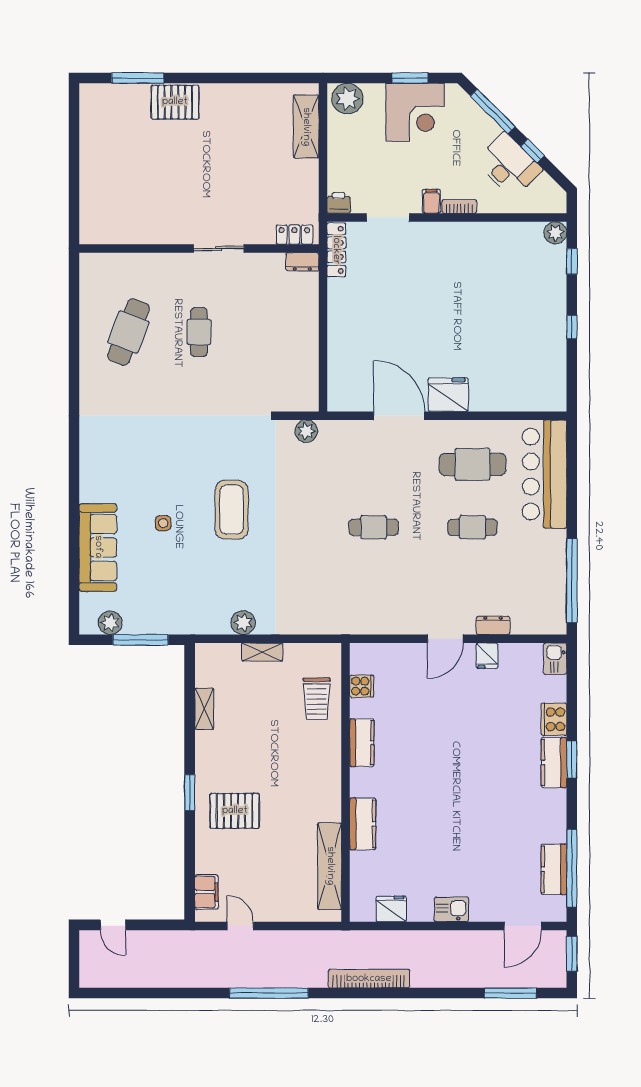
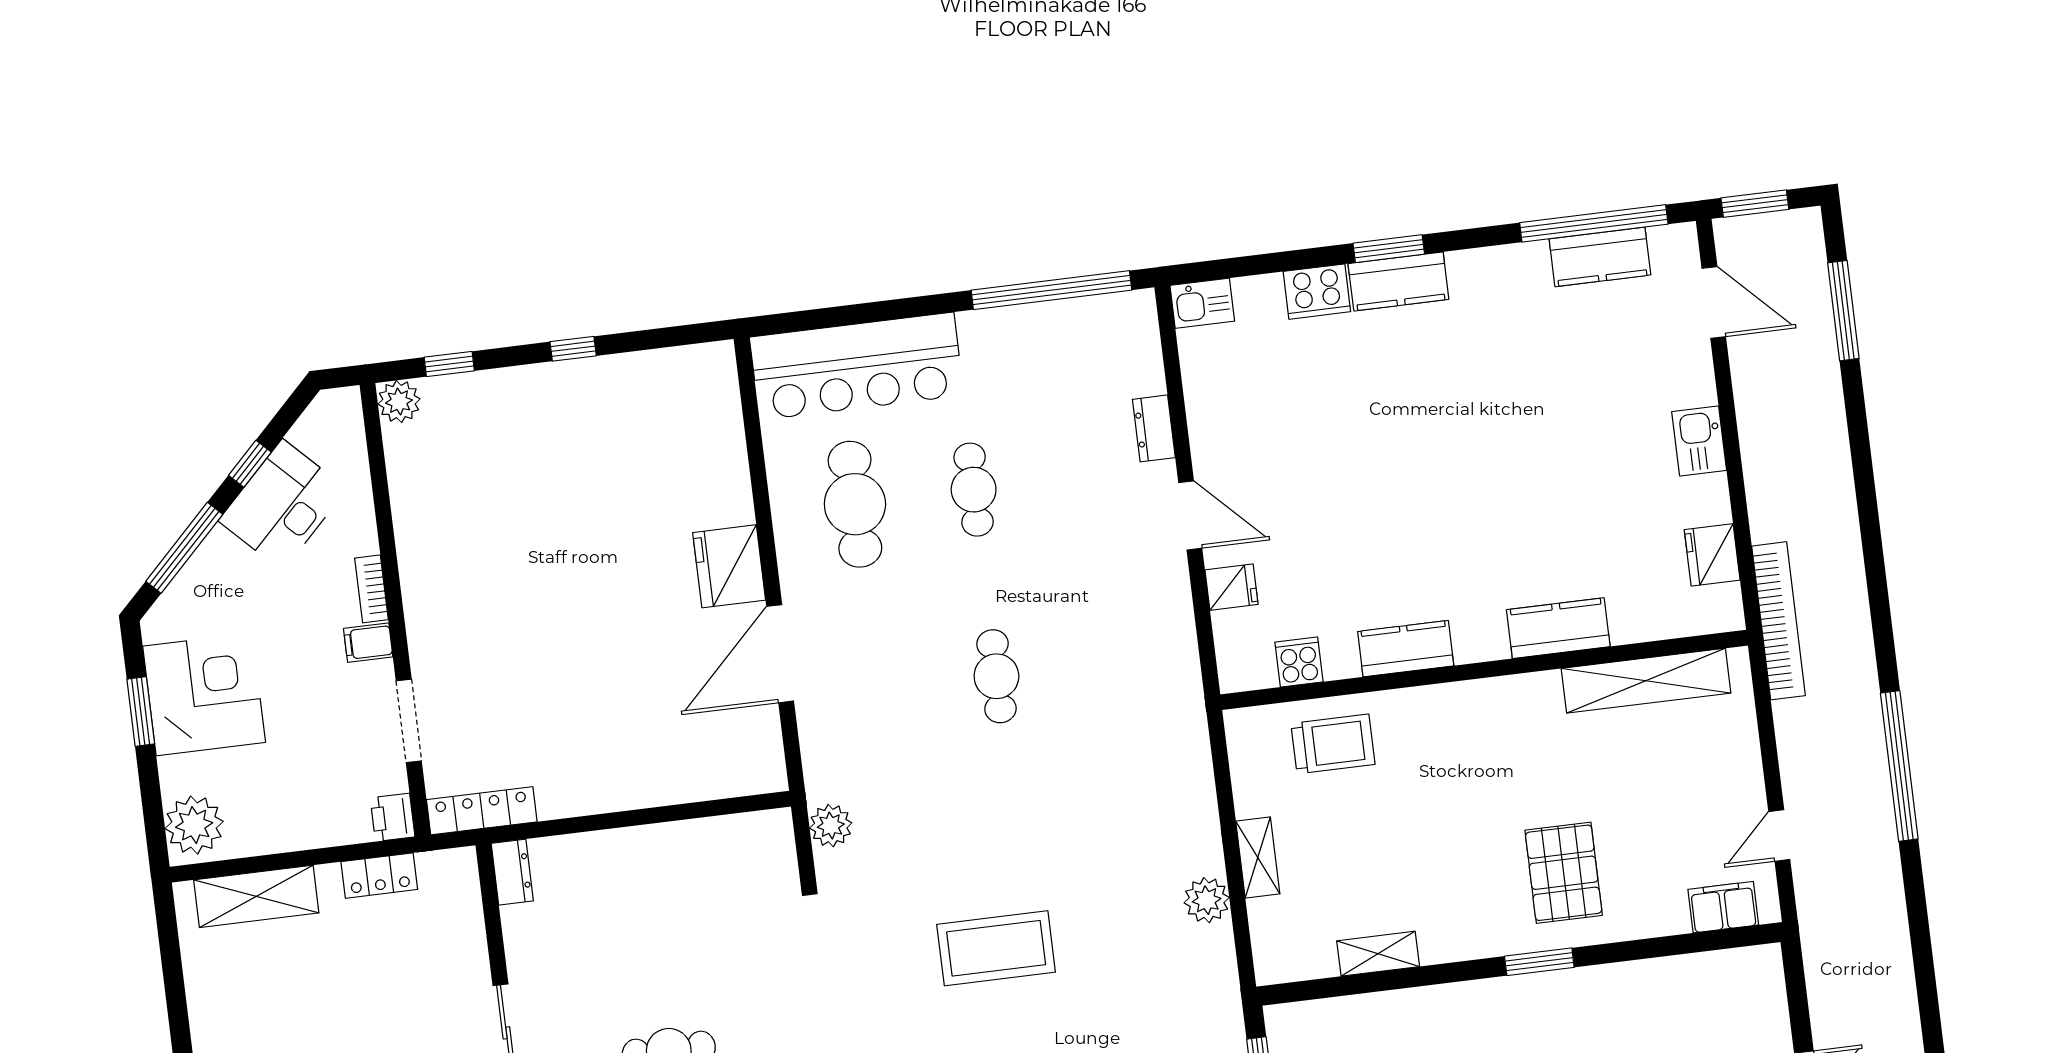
locker: (294, 235) -> (379, 876), moved, turned -90
fridge: (487, 656) -> (1232, 587), moved
bookcase: (369, 979) -> (1779, 621), moved, turned 180

